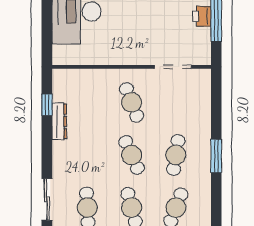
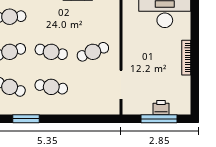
cafe table: (132, 155) -> (51, 52), turned 36
window: (216, 156) -> (26, 119), moved

